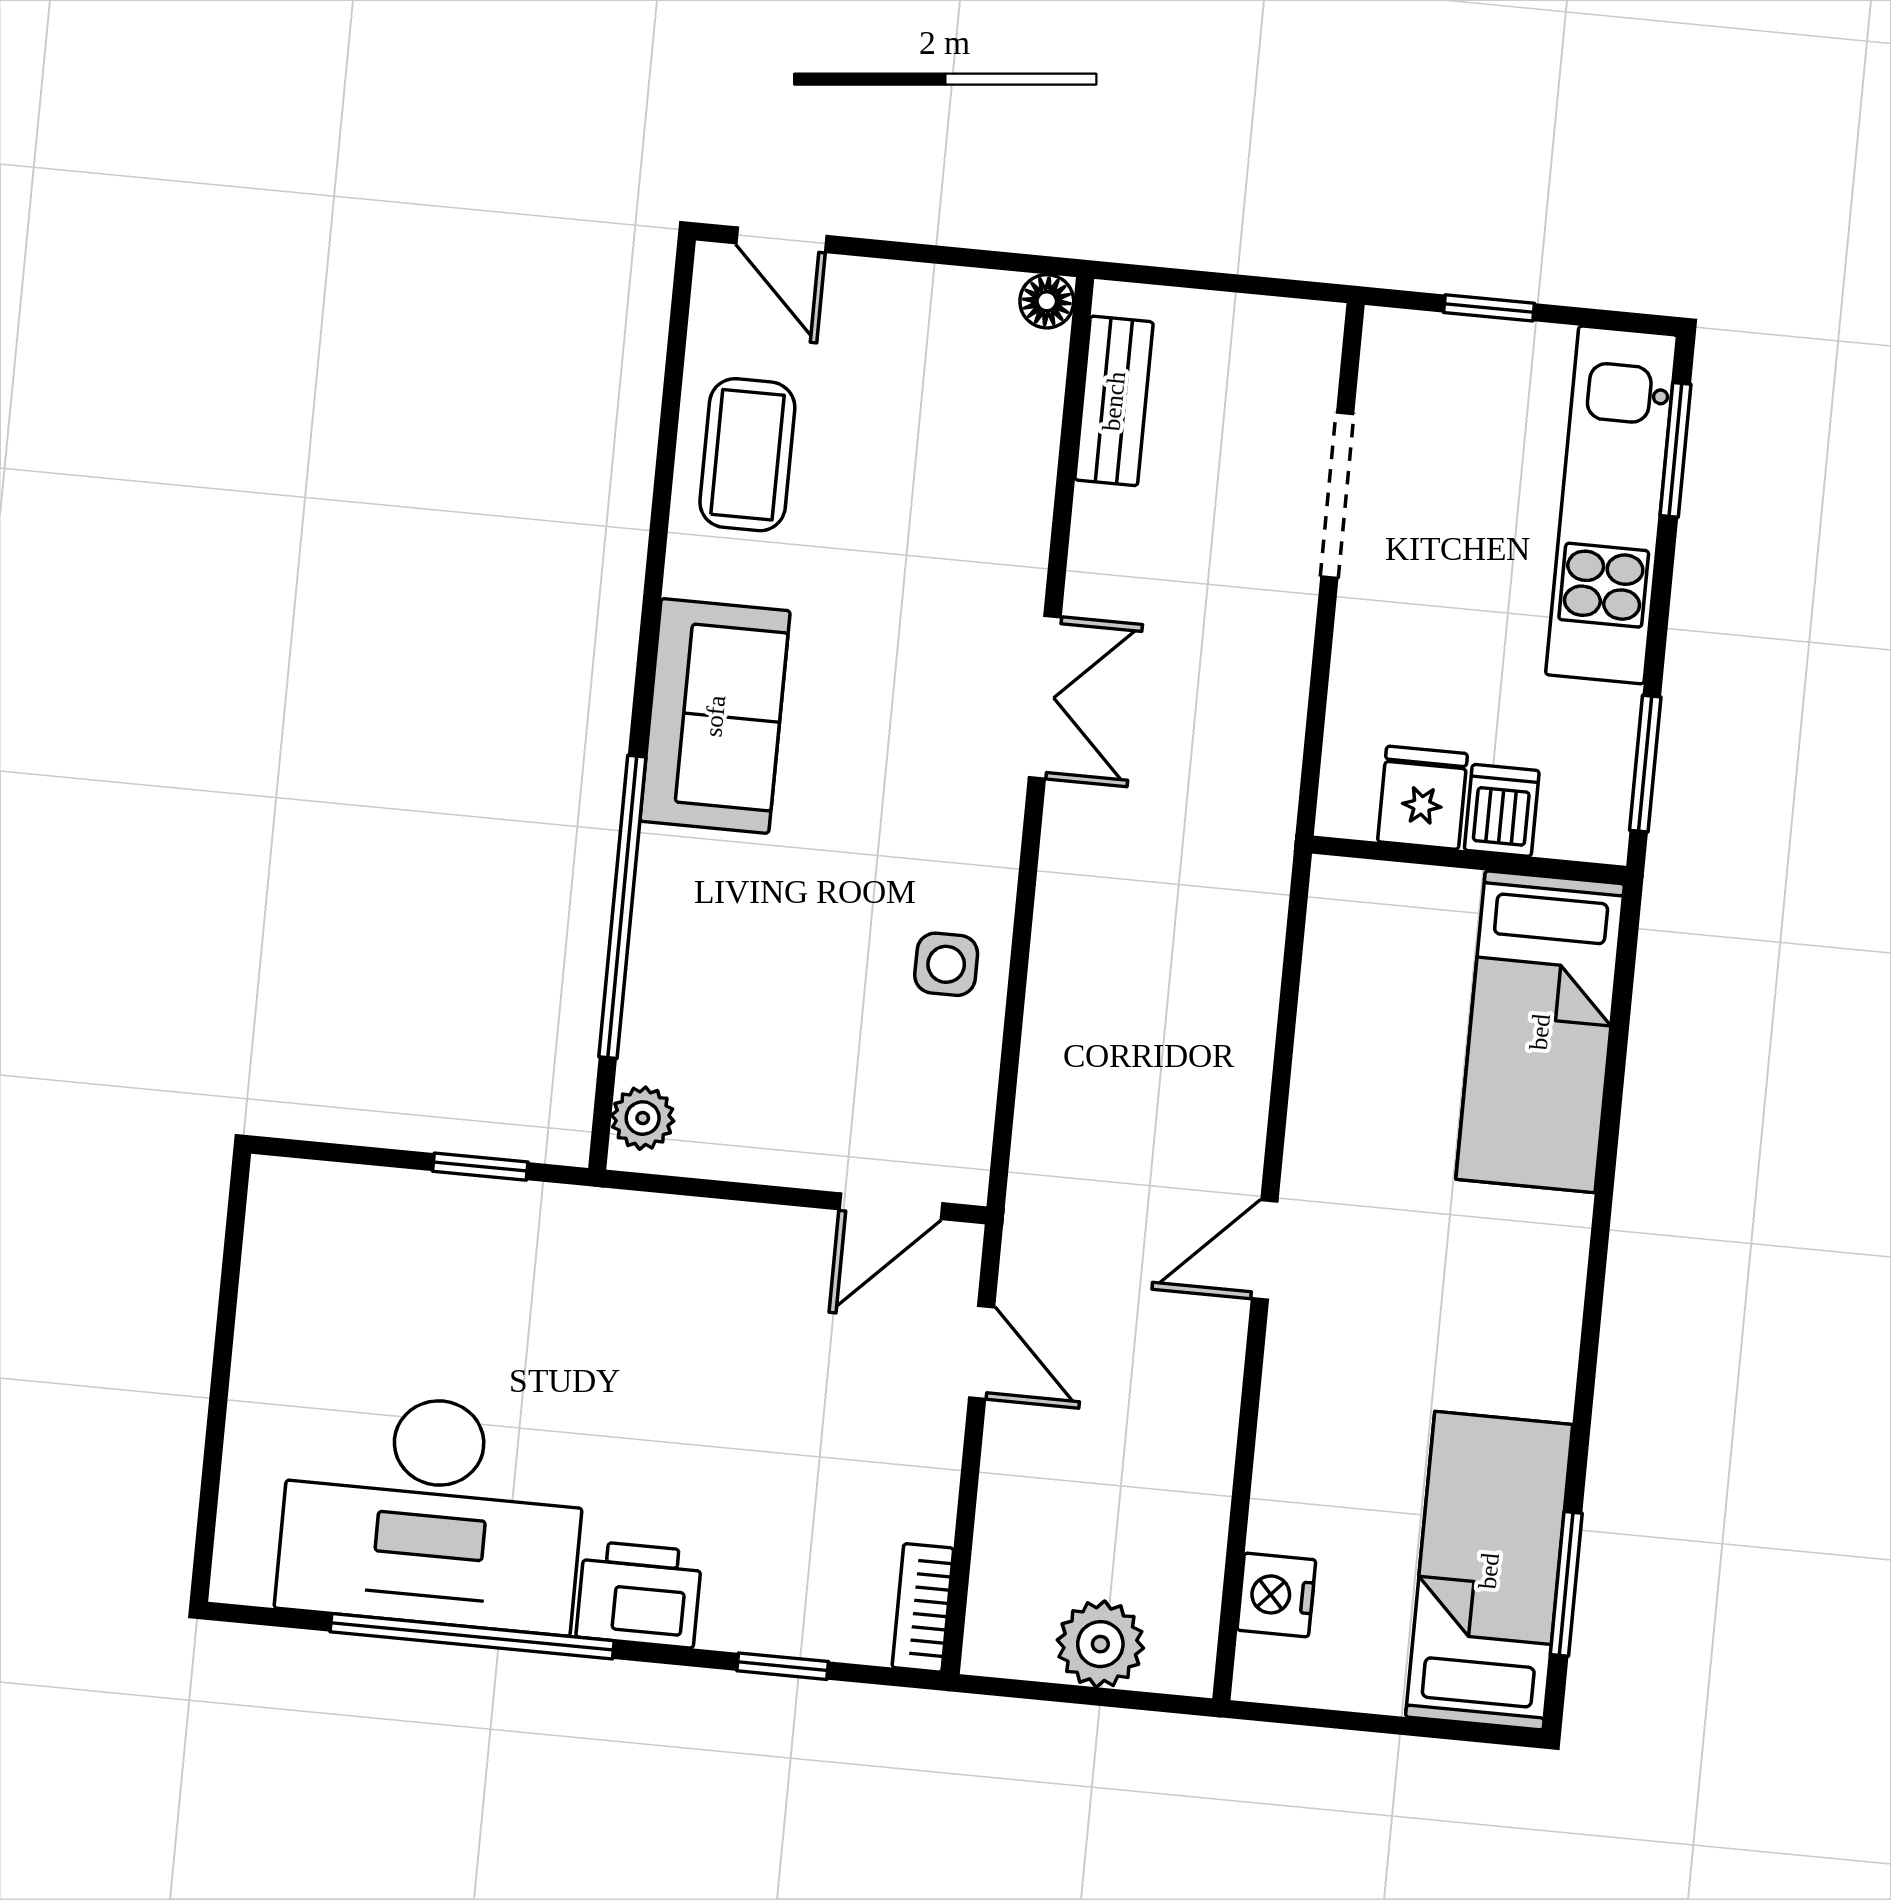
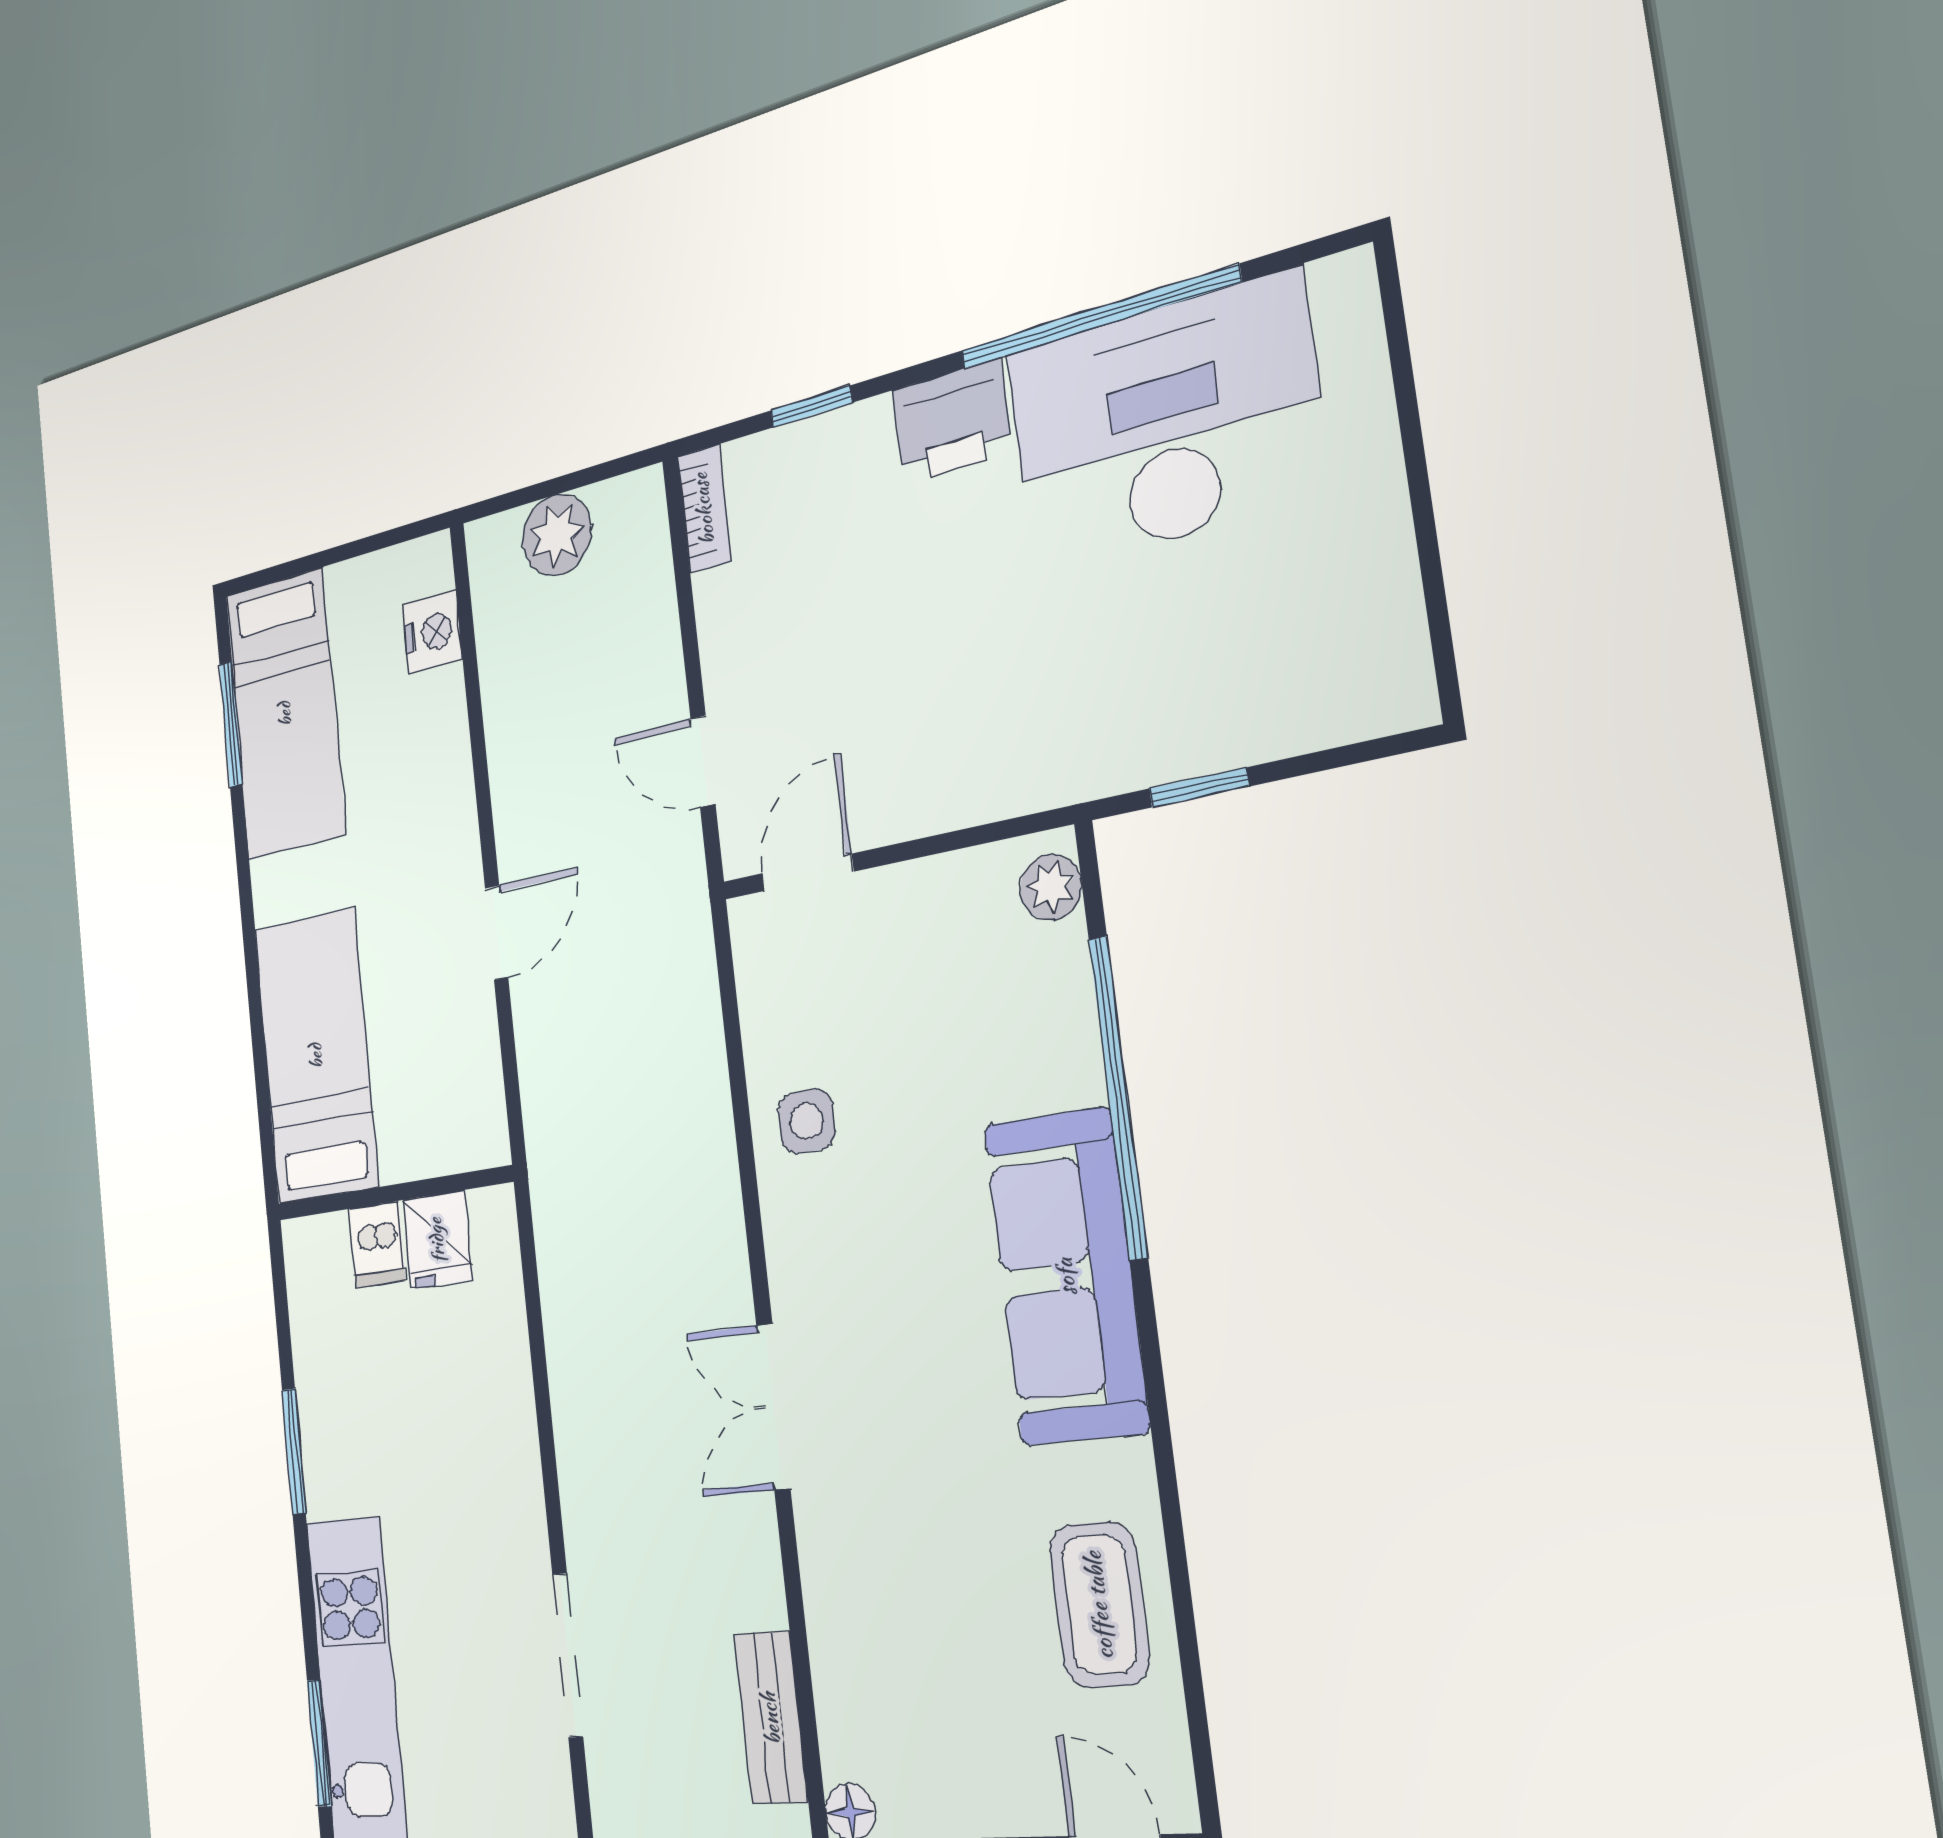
sofa: (715, 716) -> (1066, 1277), width x1.36
fridge: (1423, 798) -> (437, 1240), moved
dishwasher: (1502, 810) -> (377, 1244), moved
wall: (1469, 860) -> (393, 1193), moved
bed: (1540, 1032) -> (316, 1056), moved

